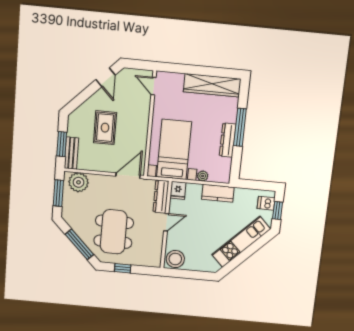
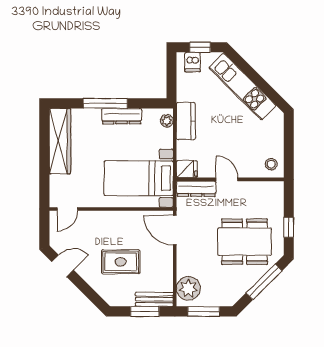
plant: (203, 176) -> (167, 121), moved
stool: (175, 259) -> (271, 164), width x0.53, depth x0.53

